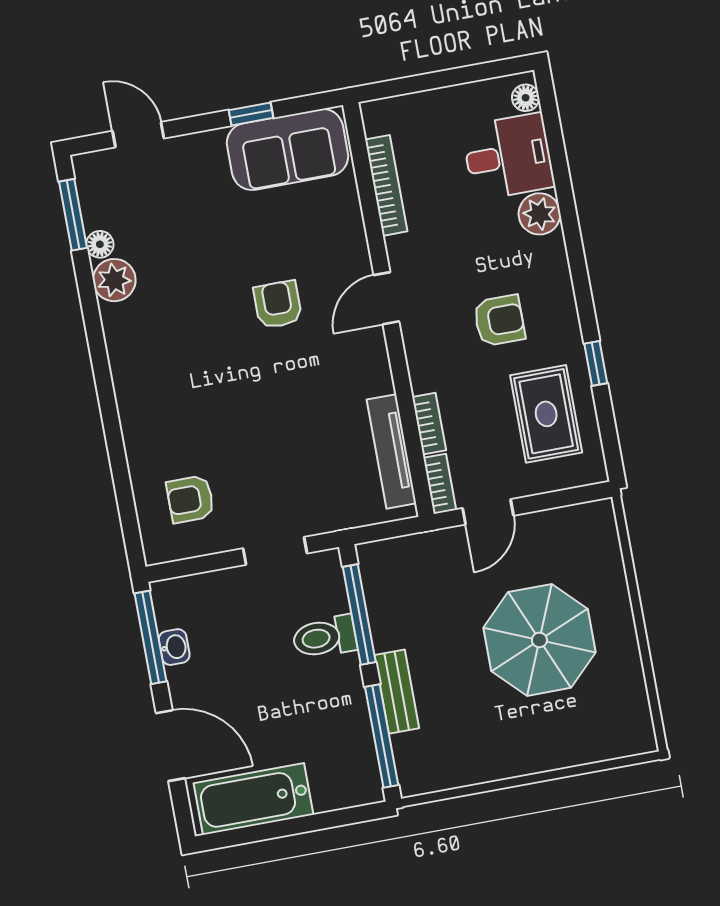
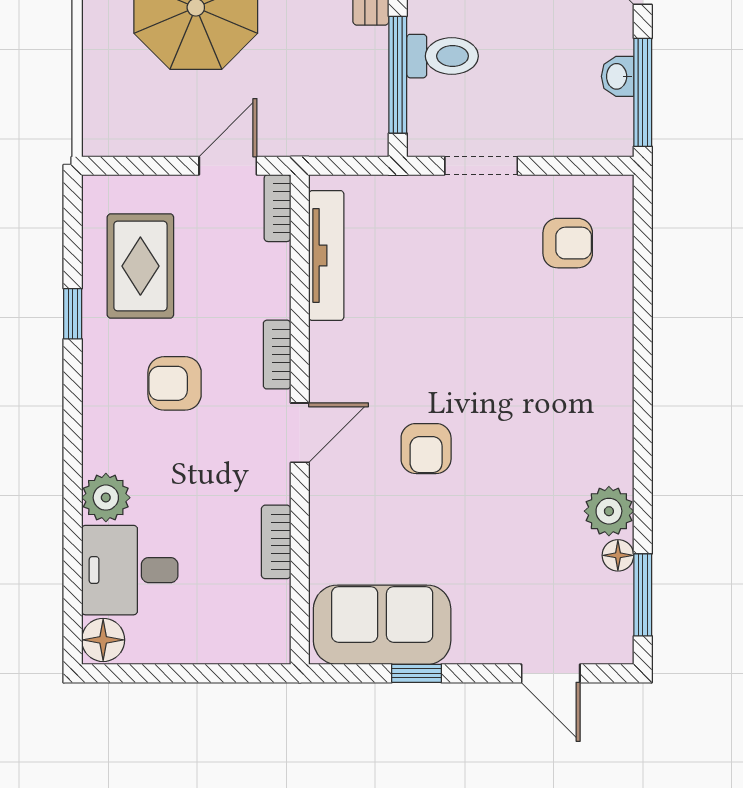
floor lamp: (526, 98) -> (103, 640), width x1.37, depth x1.37
bookcase: (386, 185) -> (276, 542), width x0.64
bookcase: (429, 424) -> (277, 355), moved

